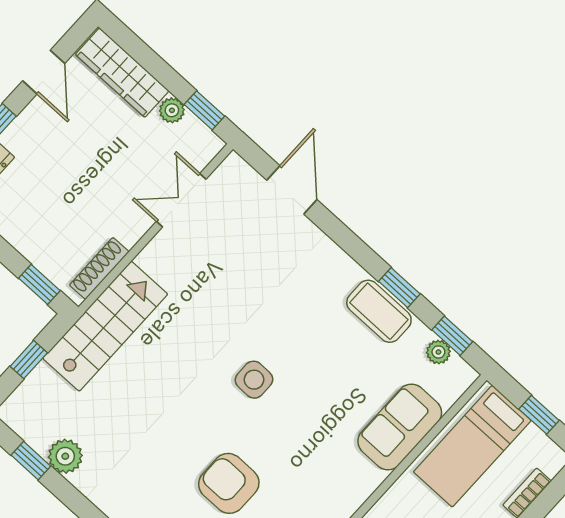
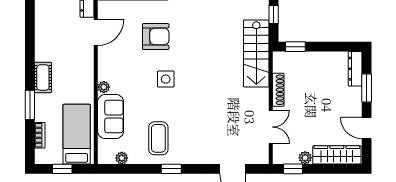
shoe rack: (99, 268) -> (278, 90), moved
window: (399, 288) -> (171, 169), moved
coffee table: (379, 311) -> (158, 138), moved, turned 90
window: (452, 336) -> (122, 169), removed
side table: (254, 380) -> (166, 79), moved
plant: (371, 479) -> (104, 87), added

